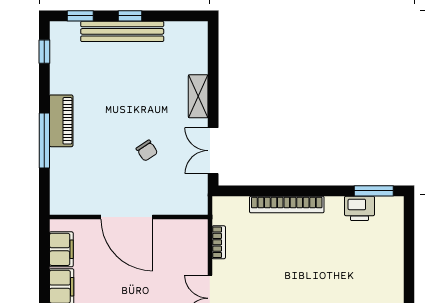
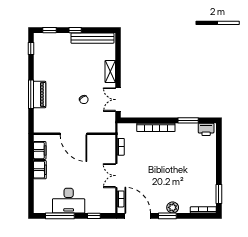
bench: (122, 31) -> (92, 38), moved
piano: (61, 121) -> (40, 94), moved
window: (374, 191) -> (188, 120), moved
printer: (360, 208) -> (206, 129), moved

